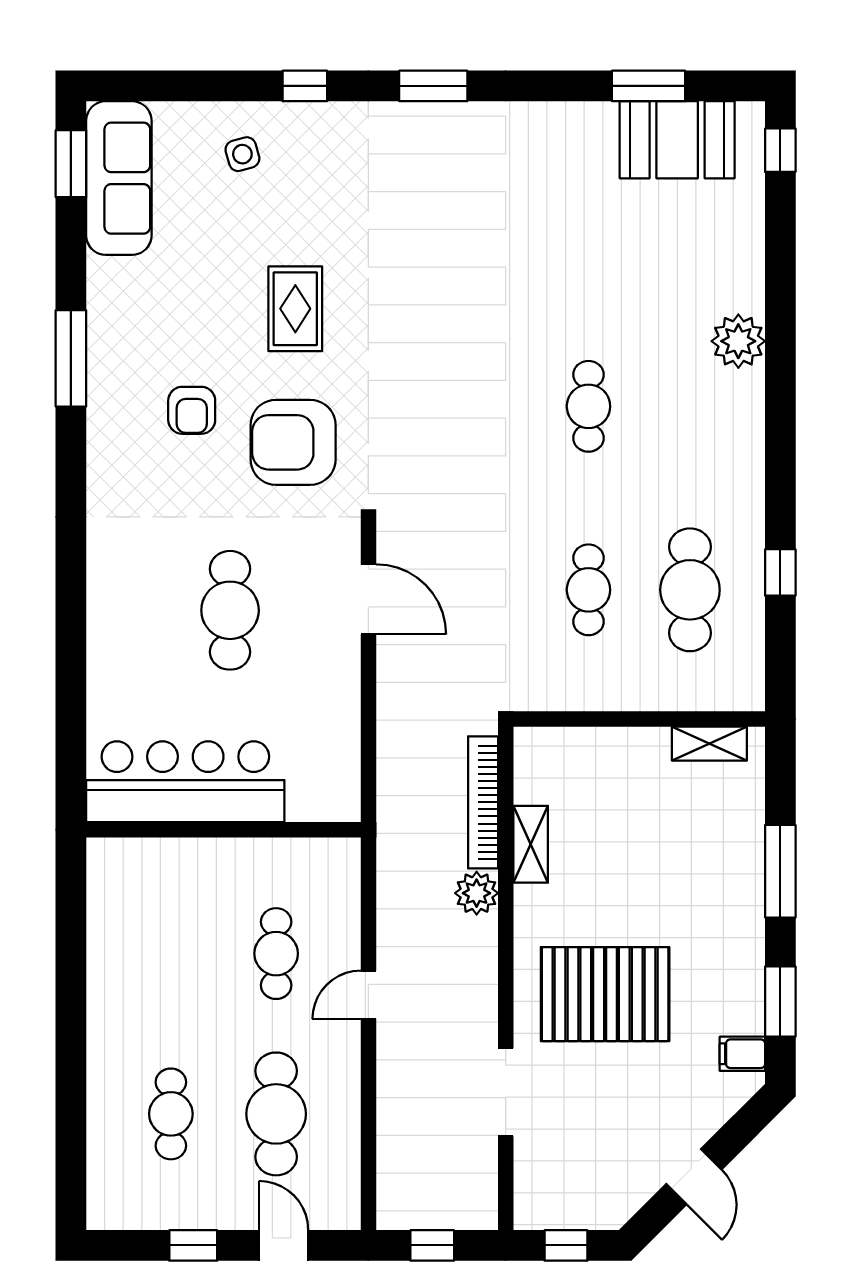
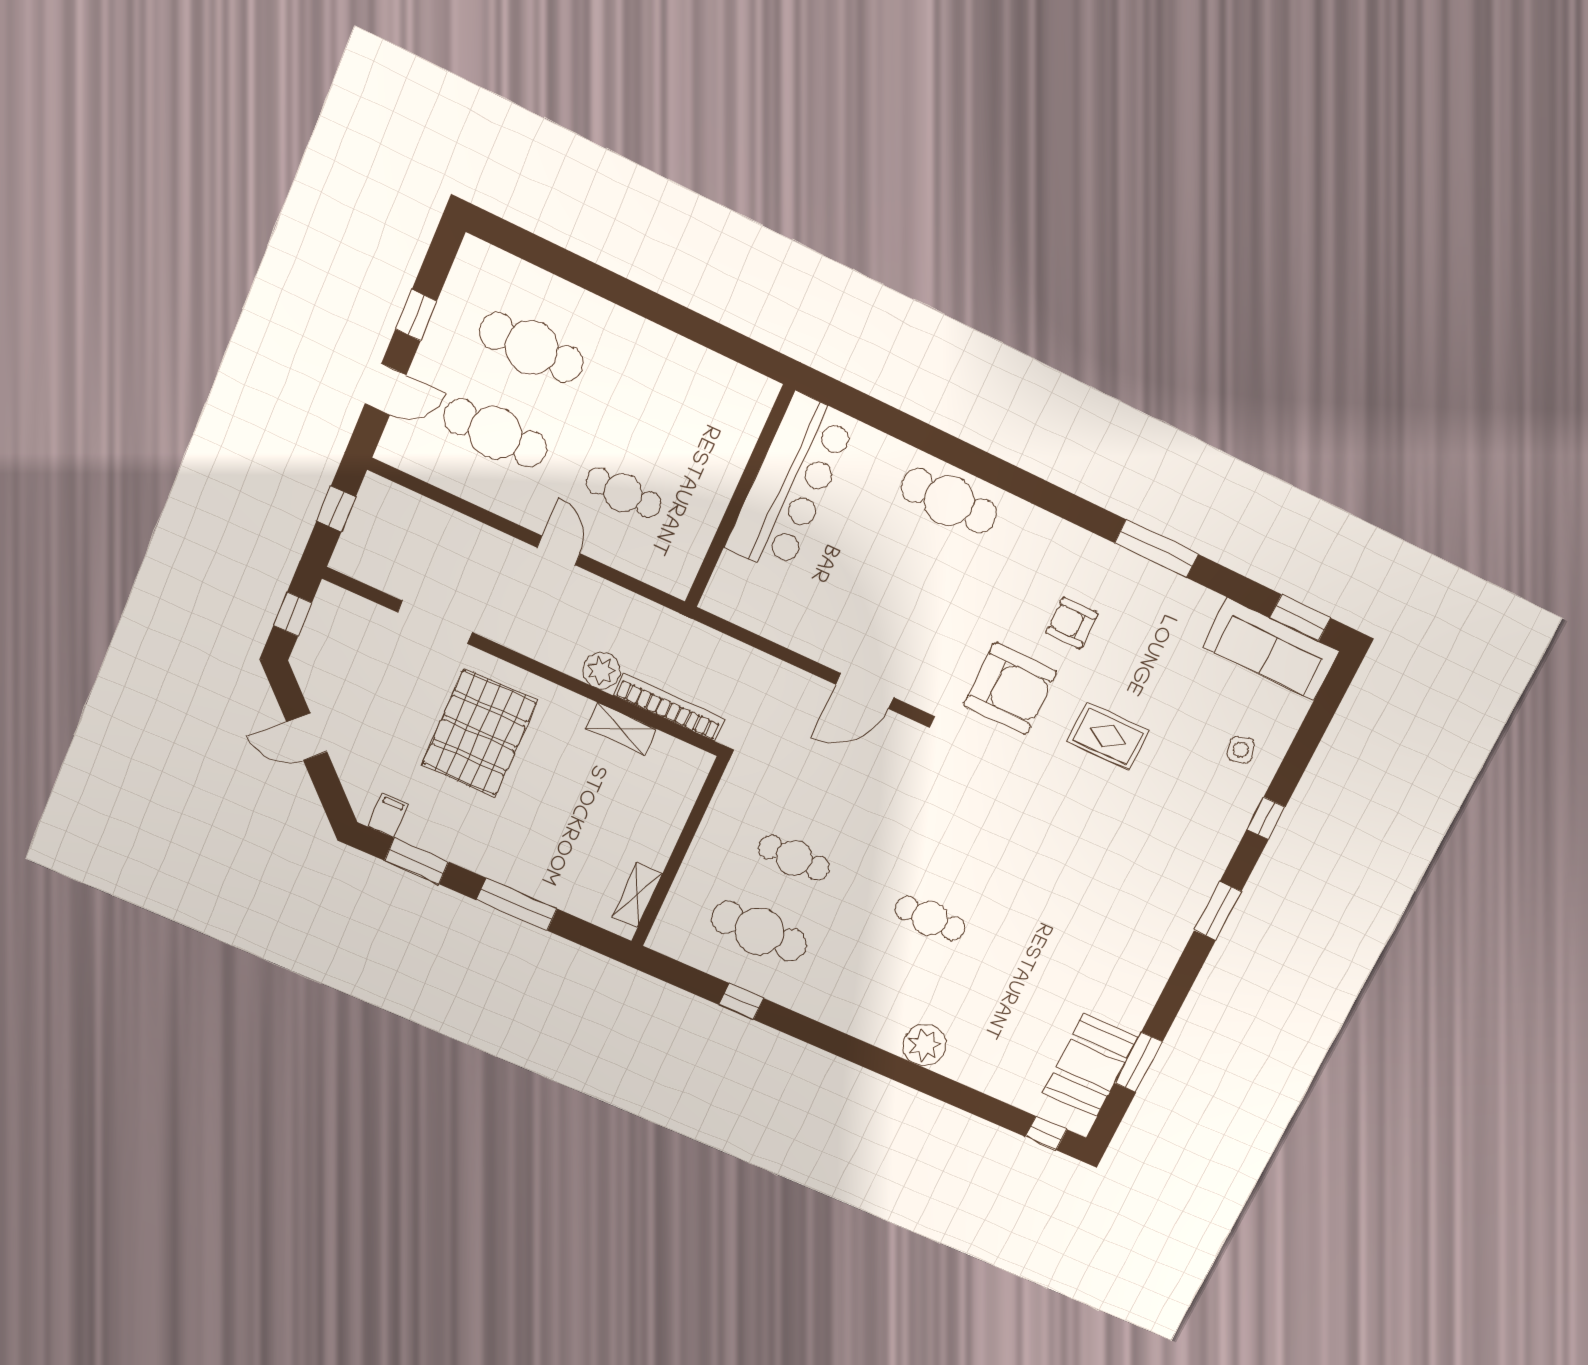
armchair: (293, 442) -> (1010, 689), turned 90
cafe table: (230, 610) -> (949, 501), moved
cafe table: (171, 1114) -> (531, 348), width x1.37, depth x1.35

